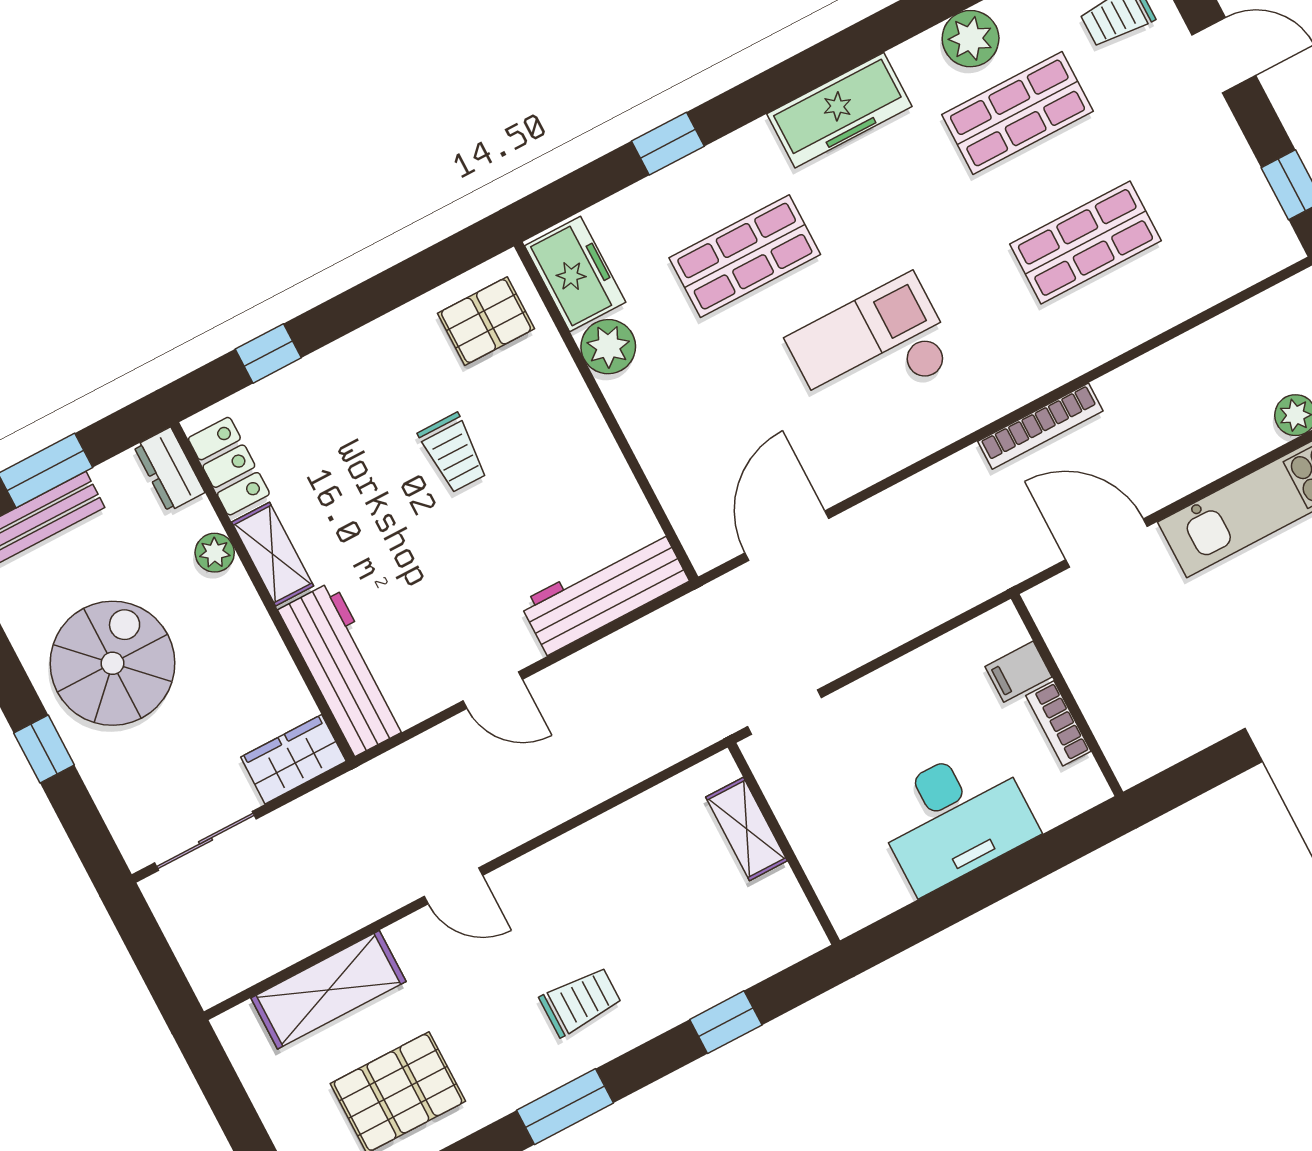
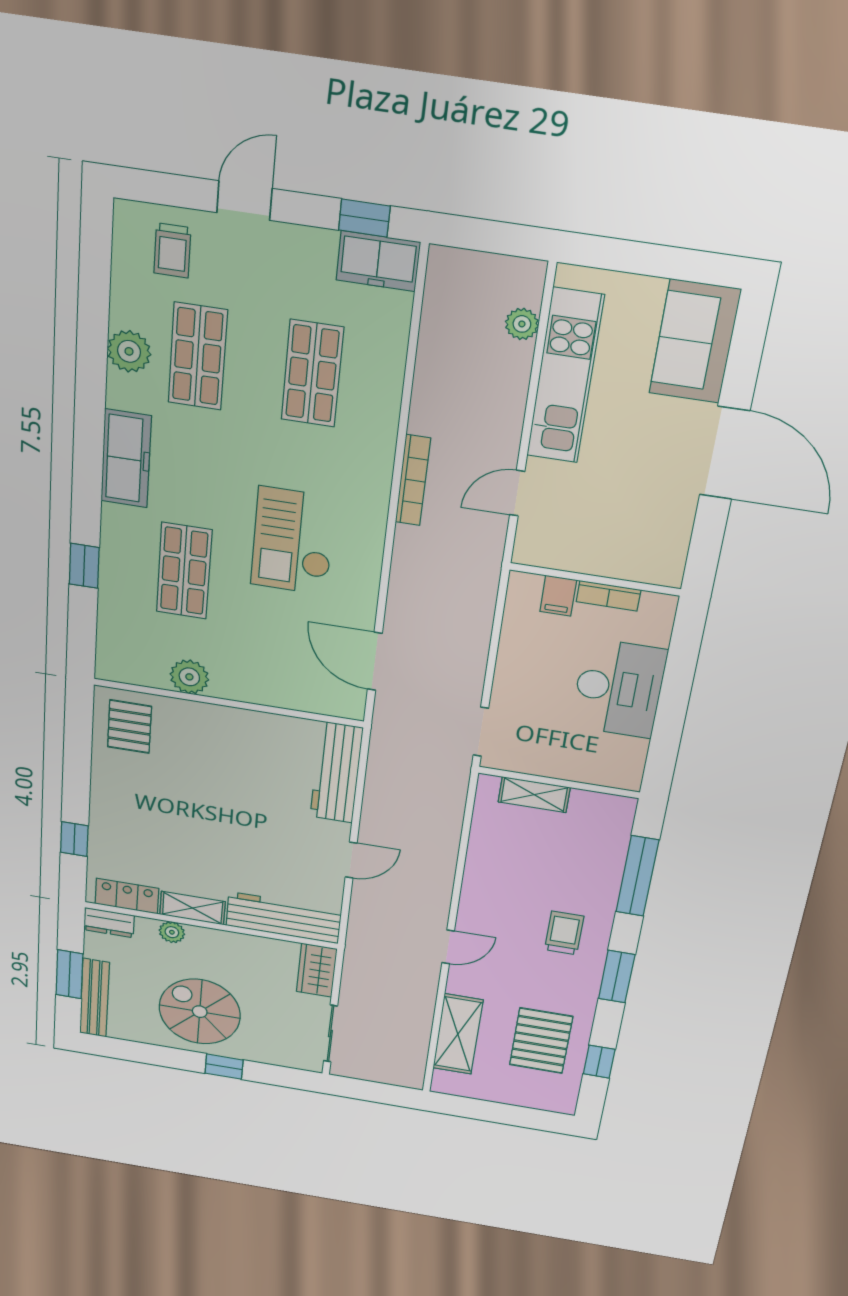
freezer: (575, 274) -> (378, 261), moved, turned 180
trolley: (453, 453) -> (197, 791), removed
door: (1107, 543) -> (517, 493), width x0.73
window: (726, 1022) -> (637, 876), width x2.17

